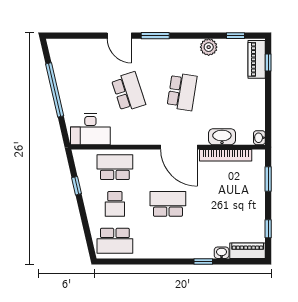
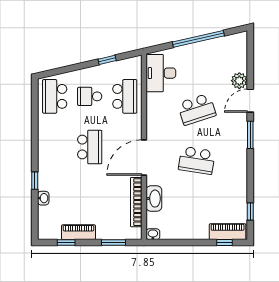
plant: (209, 47) -> (239, 81), moved
piano: (248, 251) -> (78, 232), moved, turned -90

